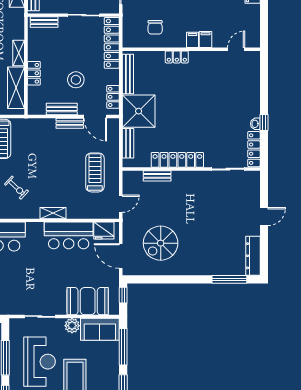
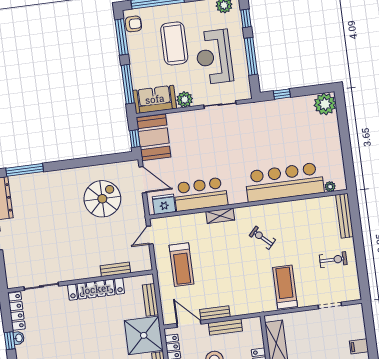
booth: (88, 301) -> (154, 137), moved, turned 90

